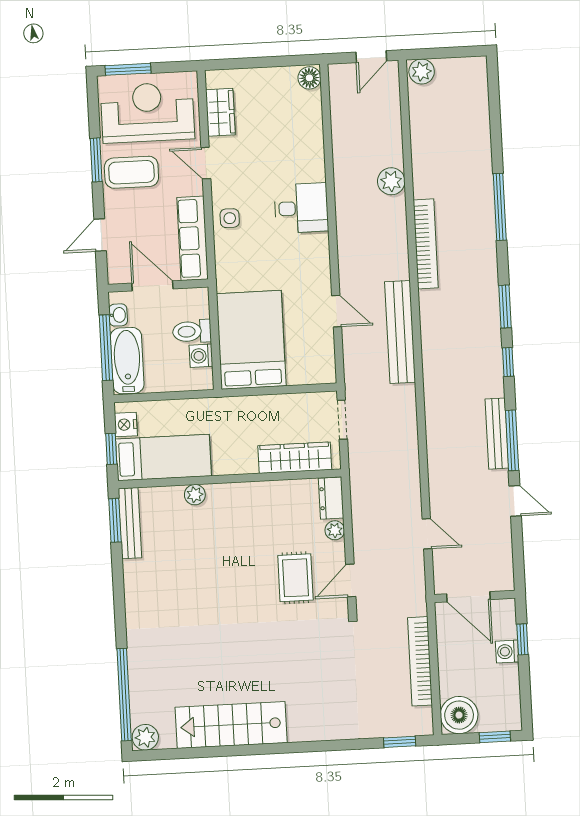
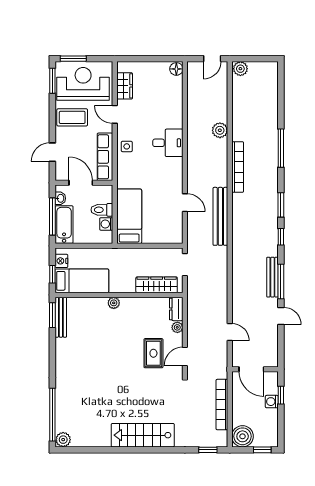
window: (96, 160) -> (52, 81), moved
bed: (251, 340) -> (129, 216), width x0.67
plant: (195, 495) -> (114, 303), moved
stairs: (231, 725) -> (143, 435), moved

